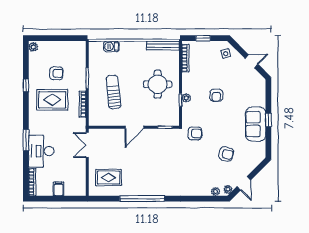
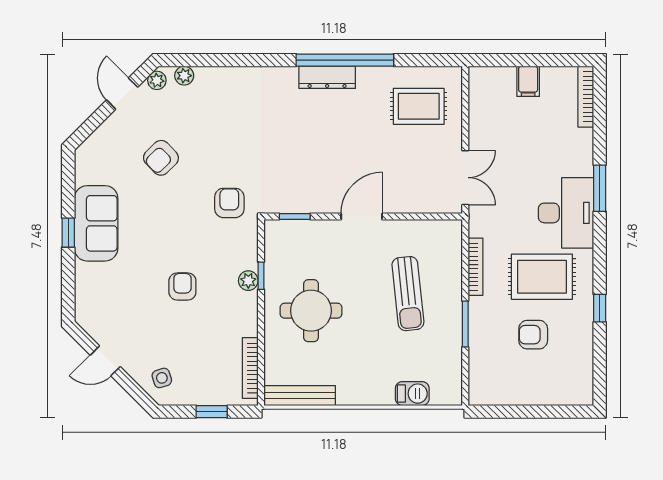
plant: (33, 47) -> (583, 392), removed
armchair: (195, 133) -> (229, 203), turned 90
desk: (41, 151) -> (566, 213), moved
armchair: (226, 154) -> (161, 158), turned -58
dresser: (150, 191) -> (327, 77), added

